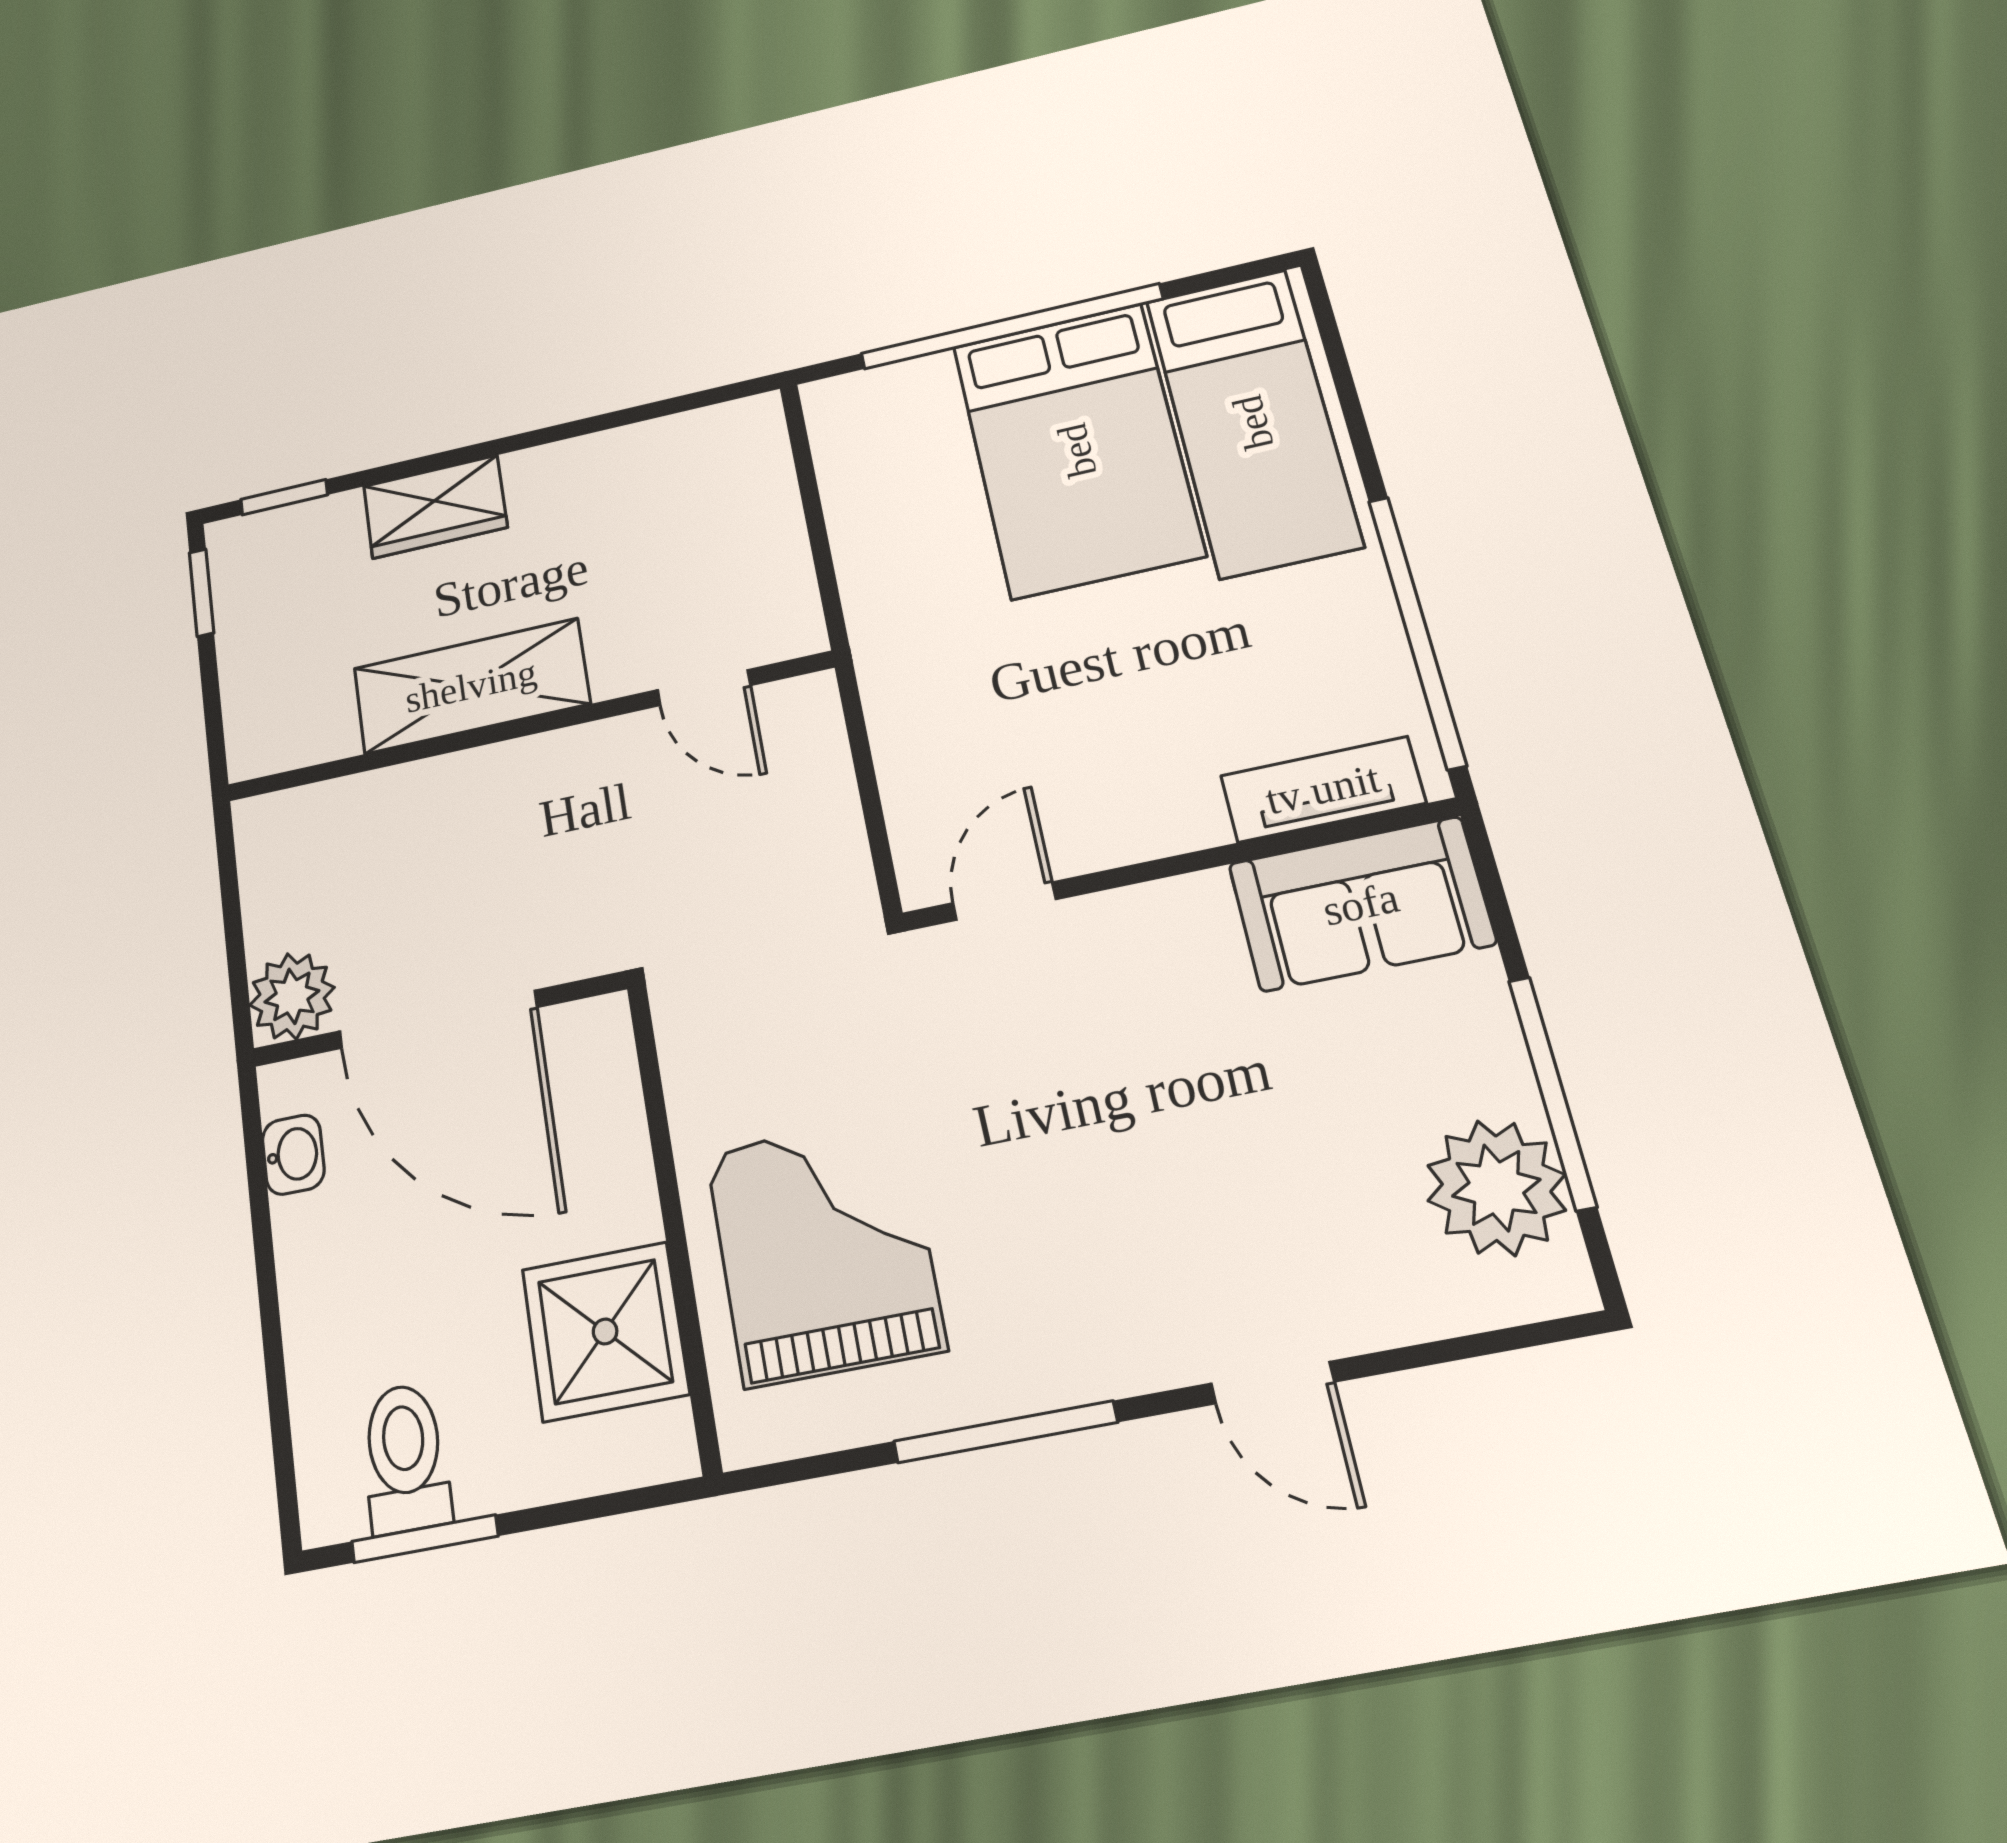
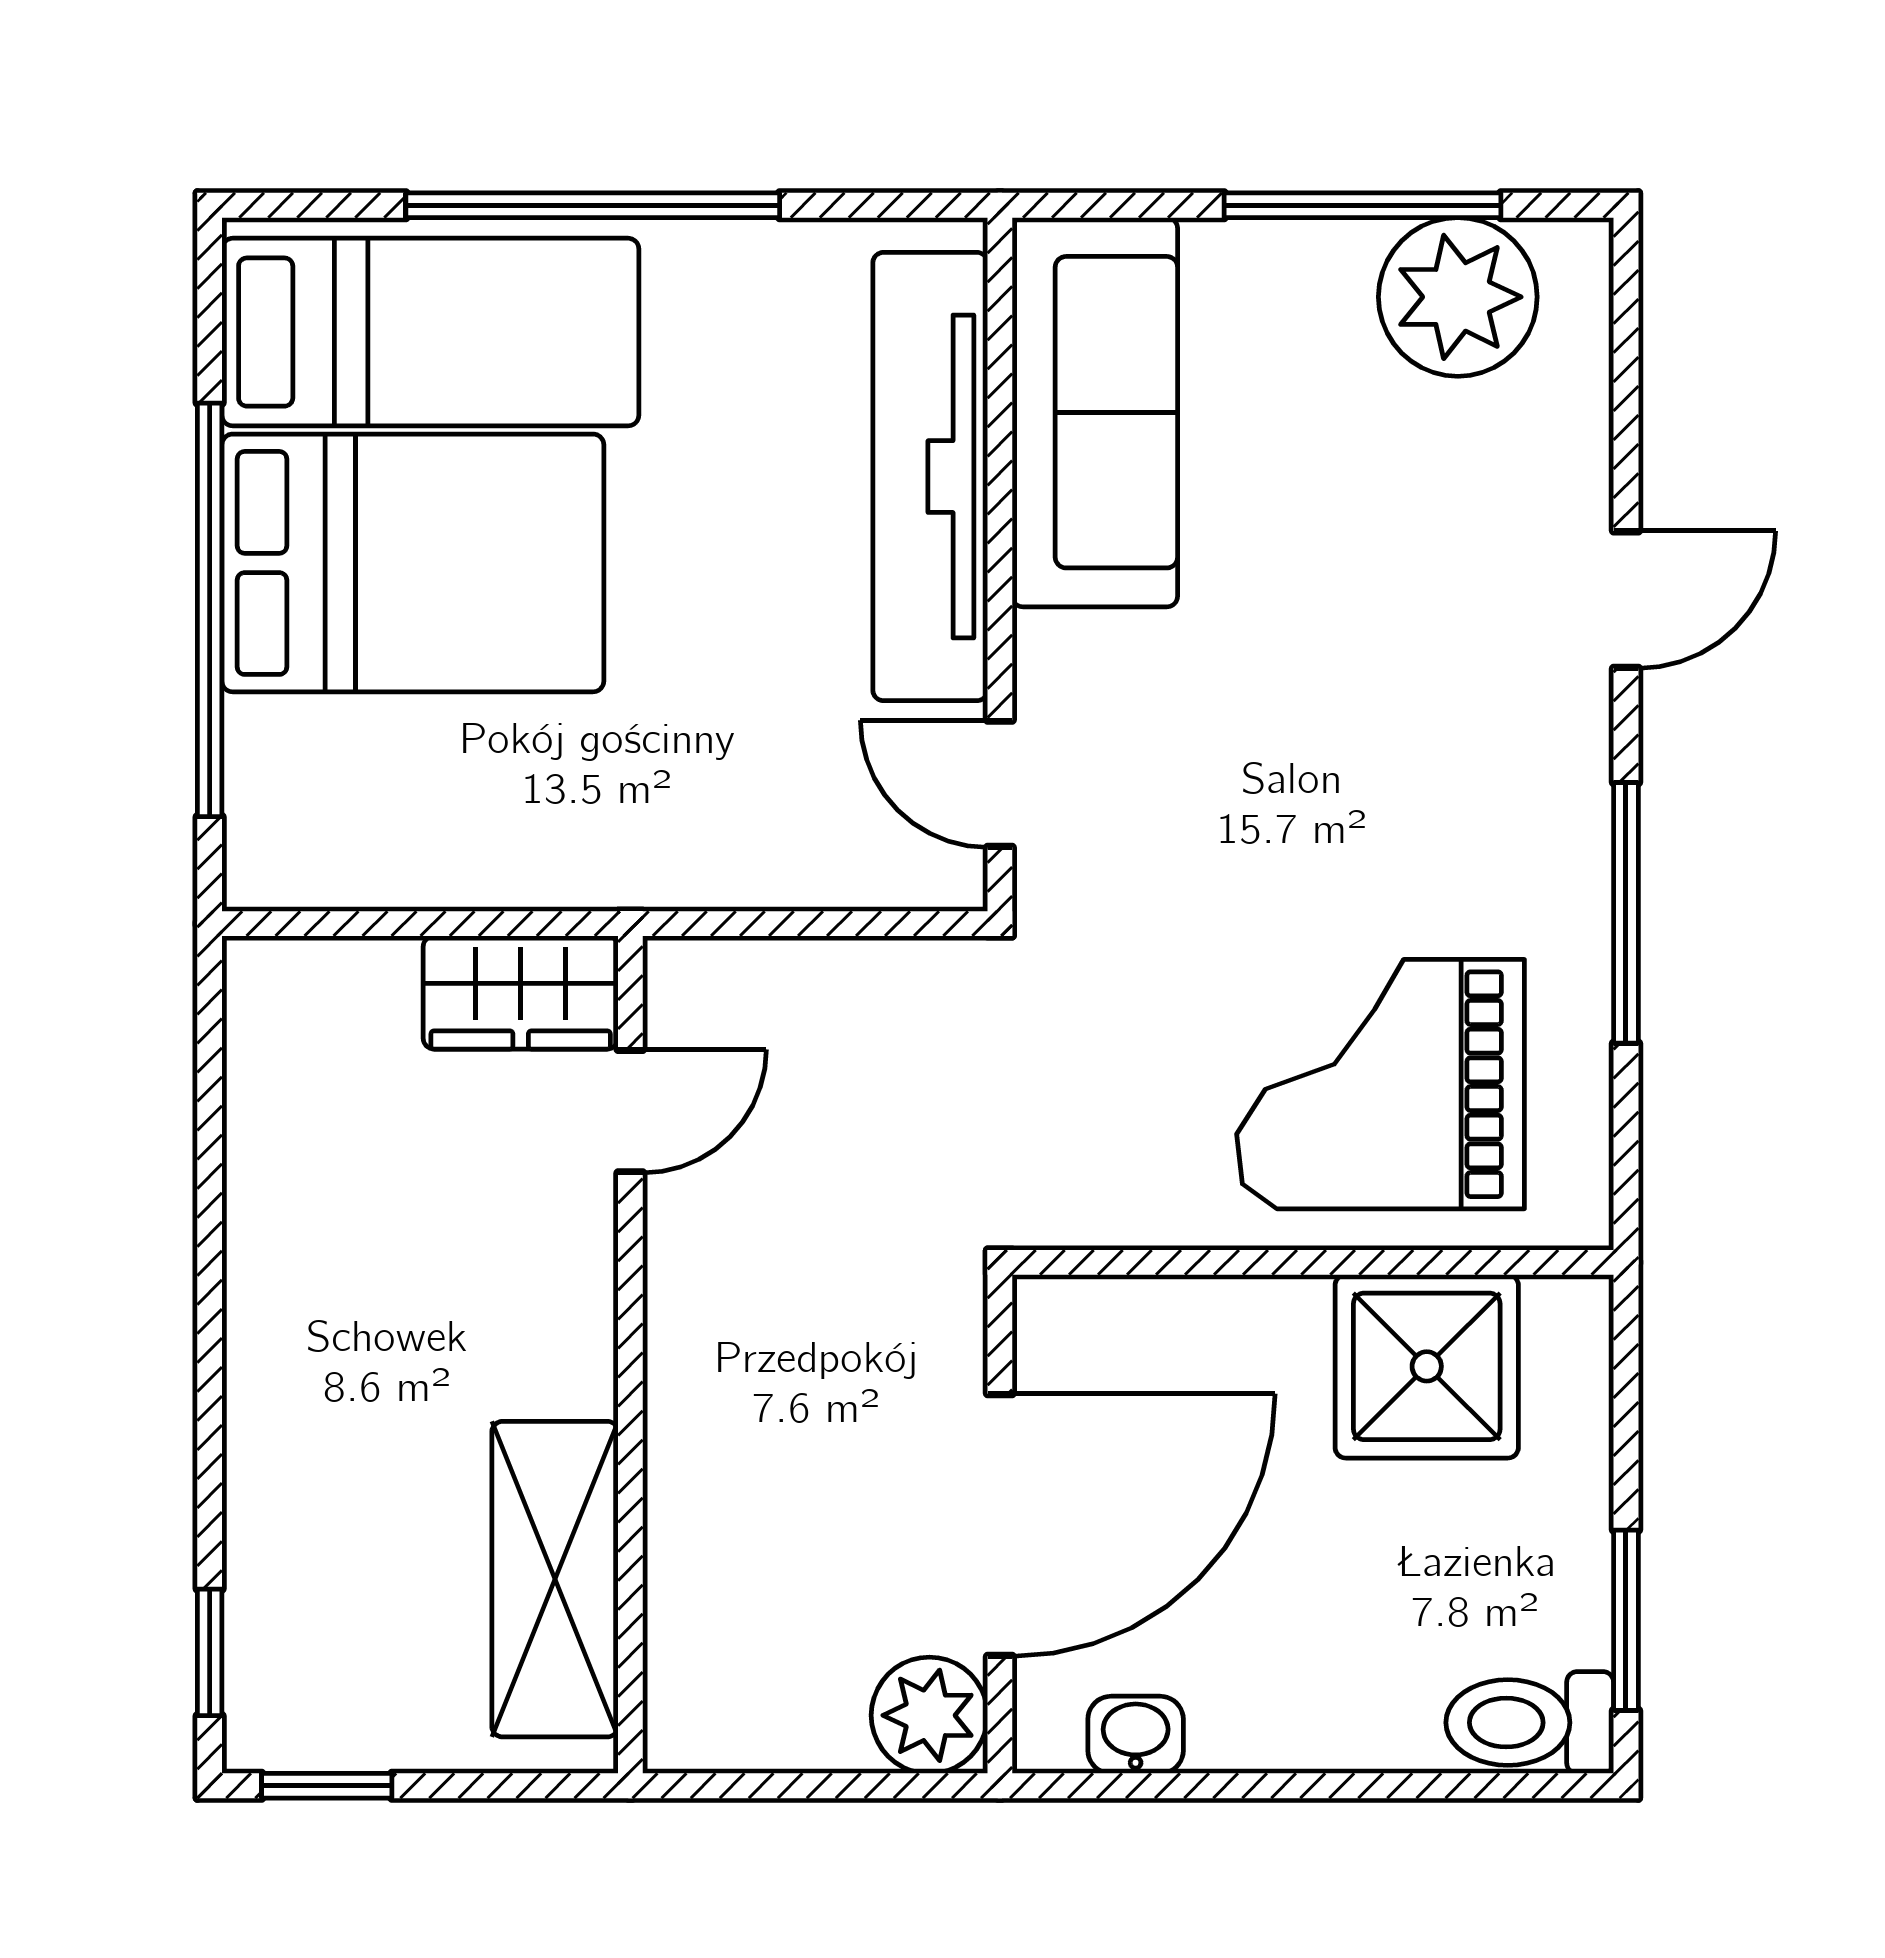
wardrobe: (435, 507) -> (521, 993), moved, turned 90
window: (1417, 631) -> (593, 205), moved
shelving: (471, 686) -> (555, 1579), moved
tv unit: (1323, 789) -> (930, 477), width x1.92, depth x1.29
sofa: (1361, 904) -> (1095, 412), width x1.36
toilet: (405, 1458) -> (1530, 1723), moved

